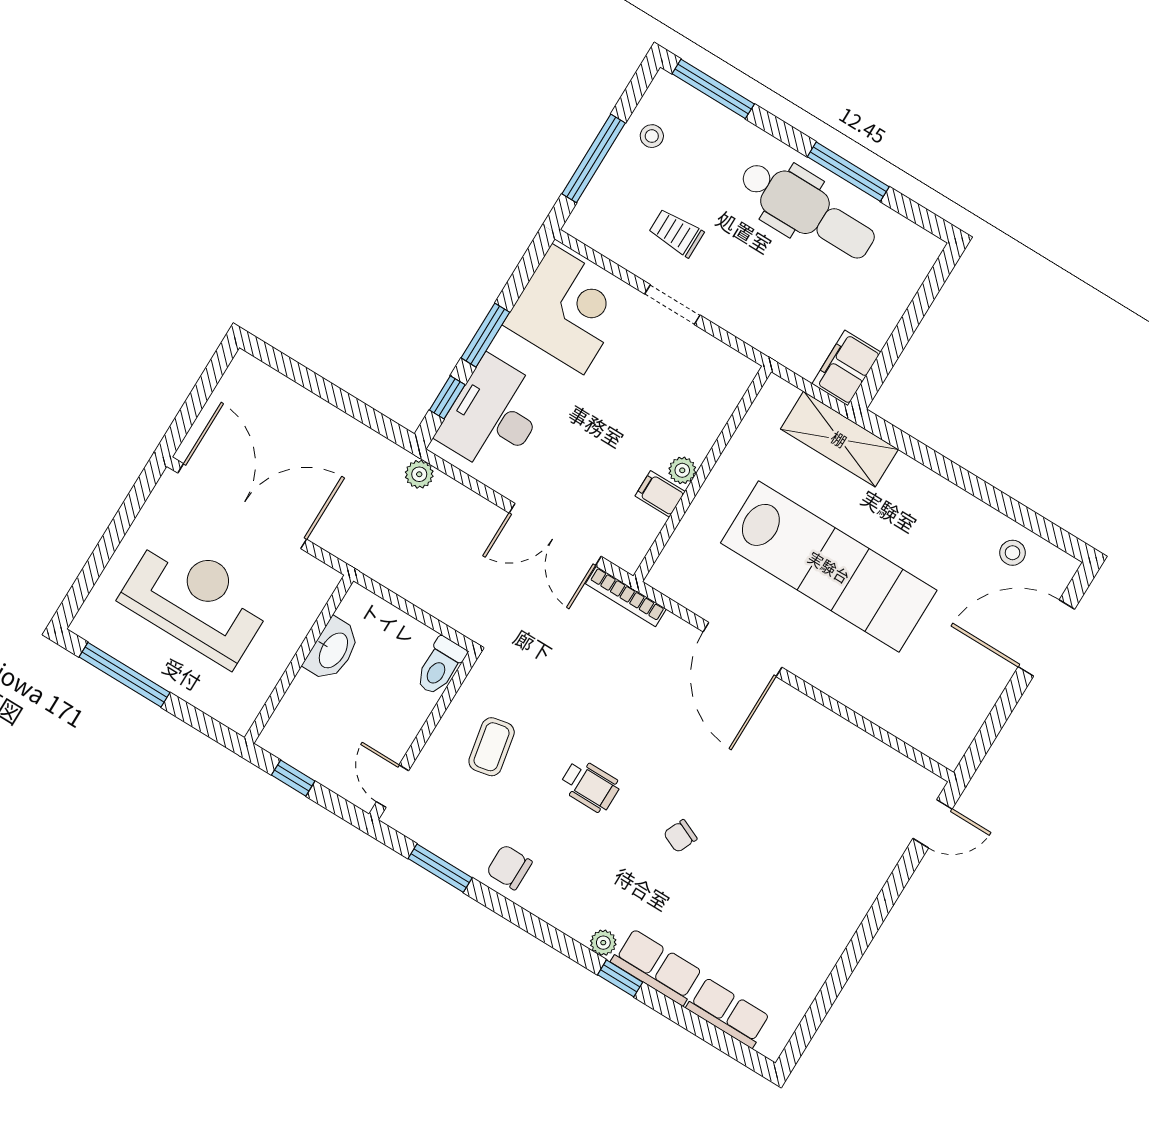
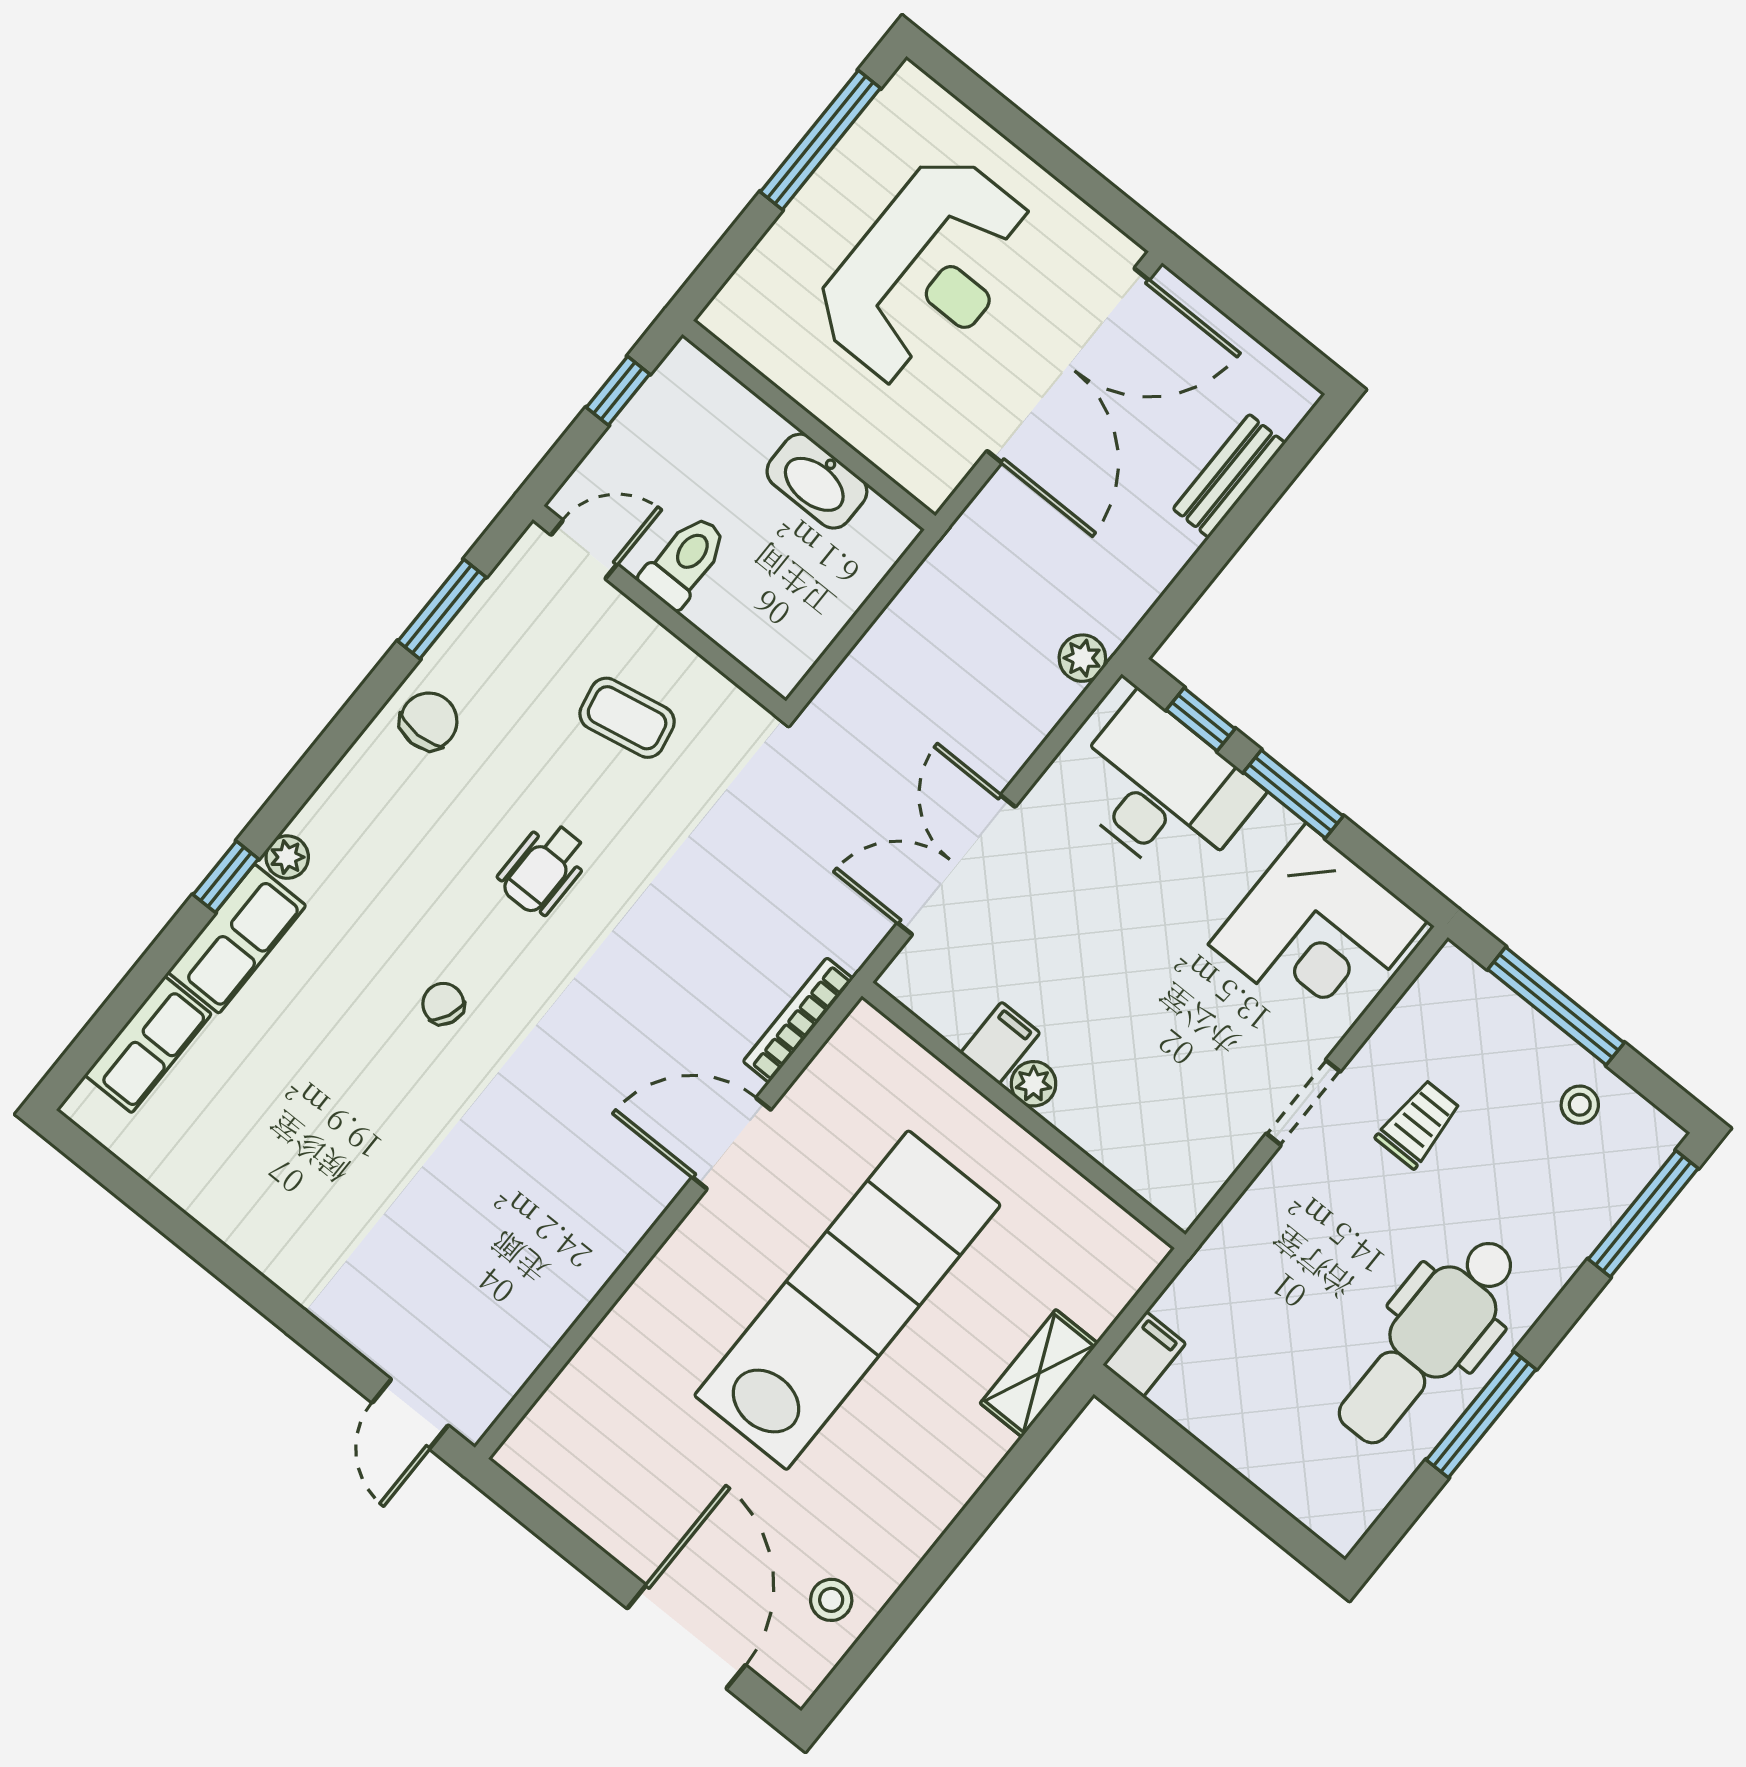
filing cabinet: (846, 368) -> (1144, 1354), width x0.50
bench: (297, 399) -> (1229, 476), added
shelving: (839, 439) -> (1039, 1373), width x0.67, depth x0.75
lab bench: (829, 567) -> (847, 1300), turned 180
bookcase: (626, 596) -> (798, 1020), moved
door: (742, 649) -> (732, 1143), width x0.73
toilet: (440, 666) -> (684, 561), moved, turned 90

